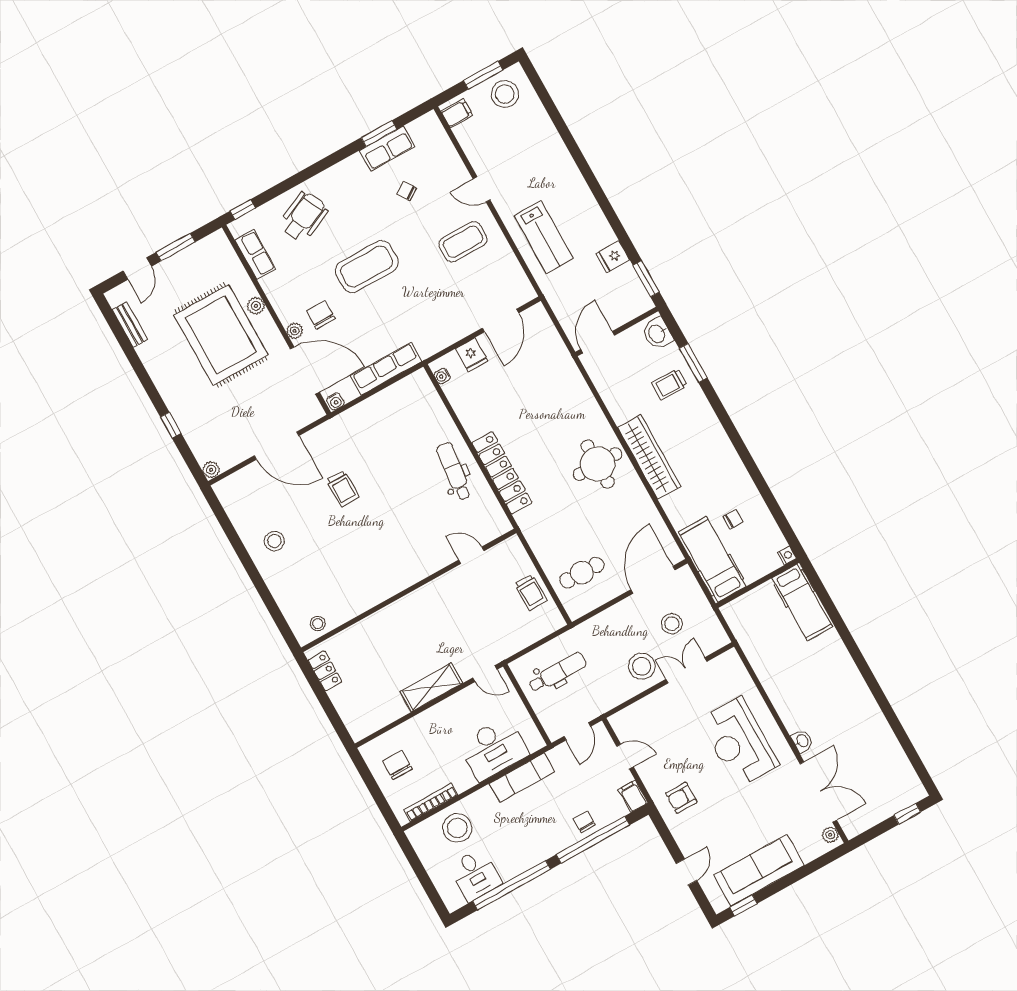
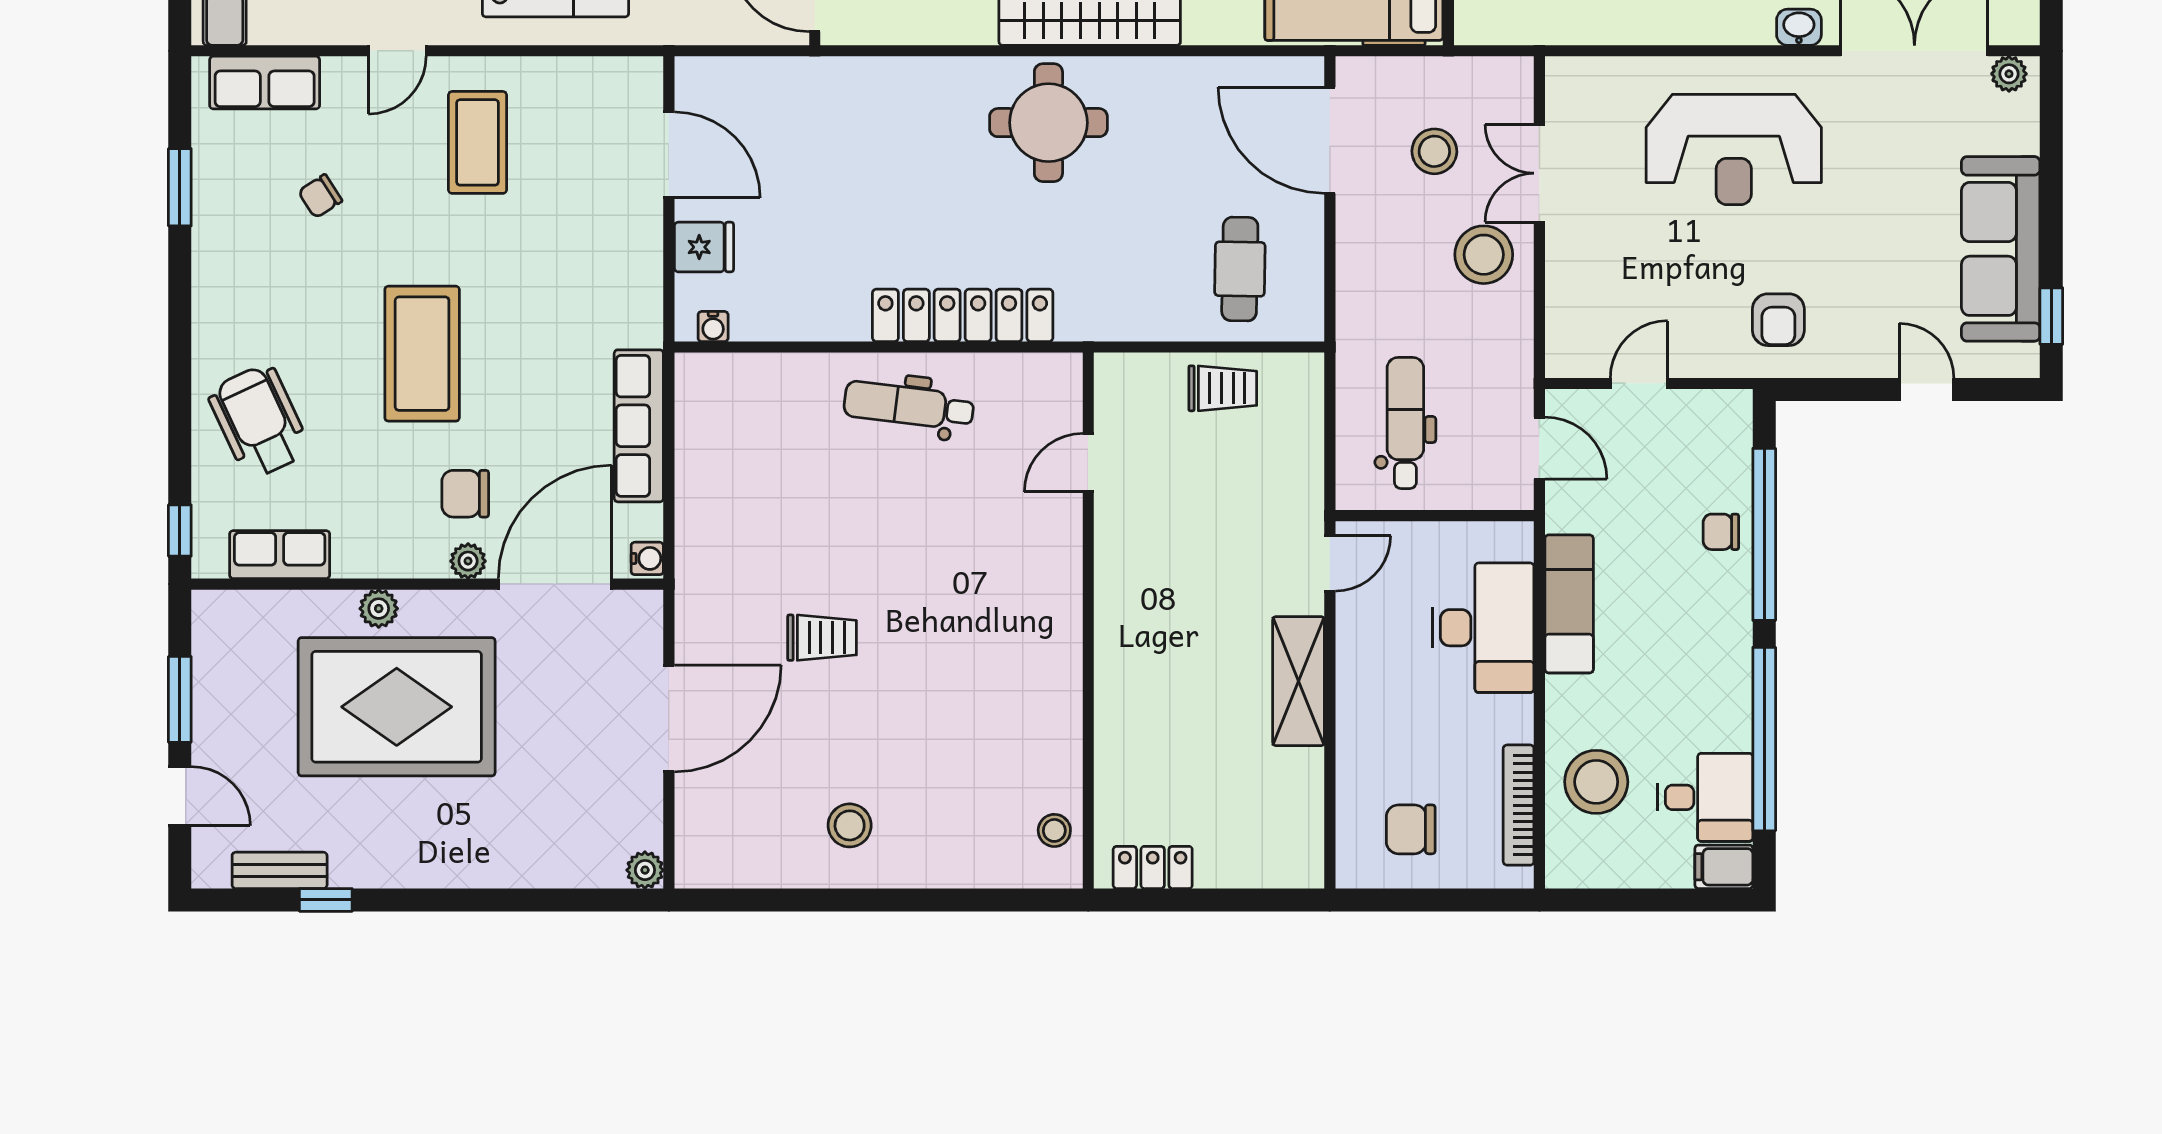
row of seats: (387, 148) -> (265, 83), moved, turned 90
window: (171, 425) -> (326, 900), moved
filing cabinet: (633, 796) -> (1724, 867), moved

